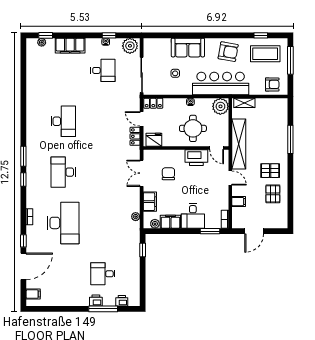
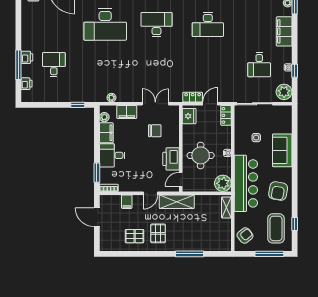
armchair: (272, 84) -> (245, 235), turned -129
shelving: (239, 144) -> (177, 202), width x0.68

